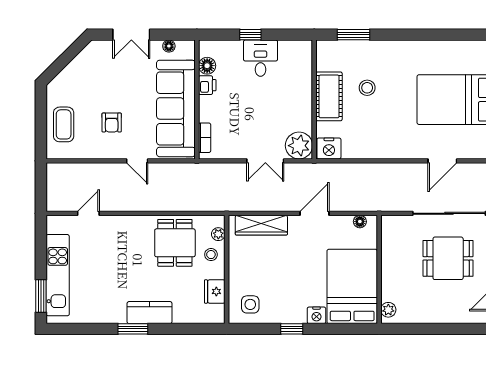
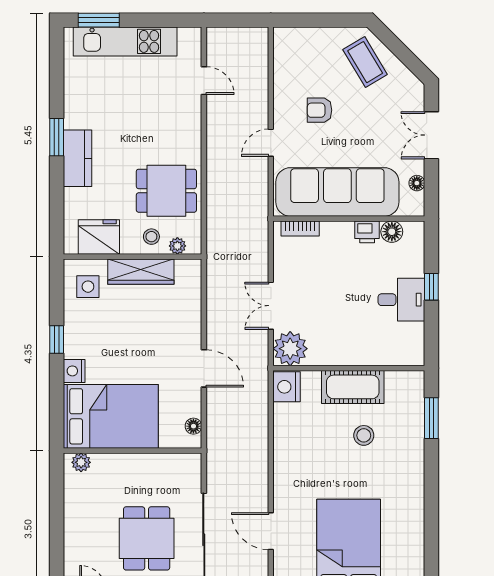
coffee table: (64, 124) -> (365, 62), moved, turned 59
wardrobe: (261, 225) -> (141, 272), moved, turned -90
fridge: (215, 291) -> (99, 237), width x1.36, depth x1.34

